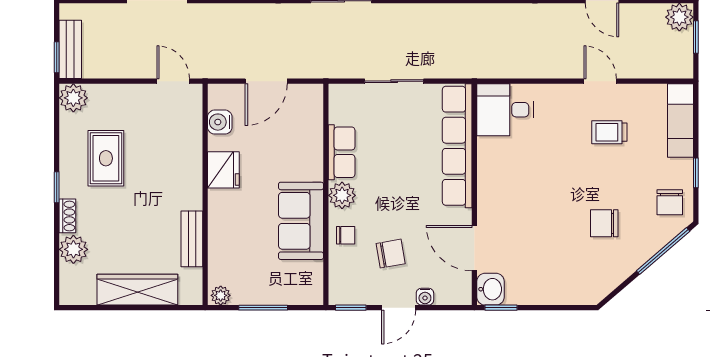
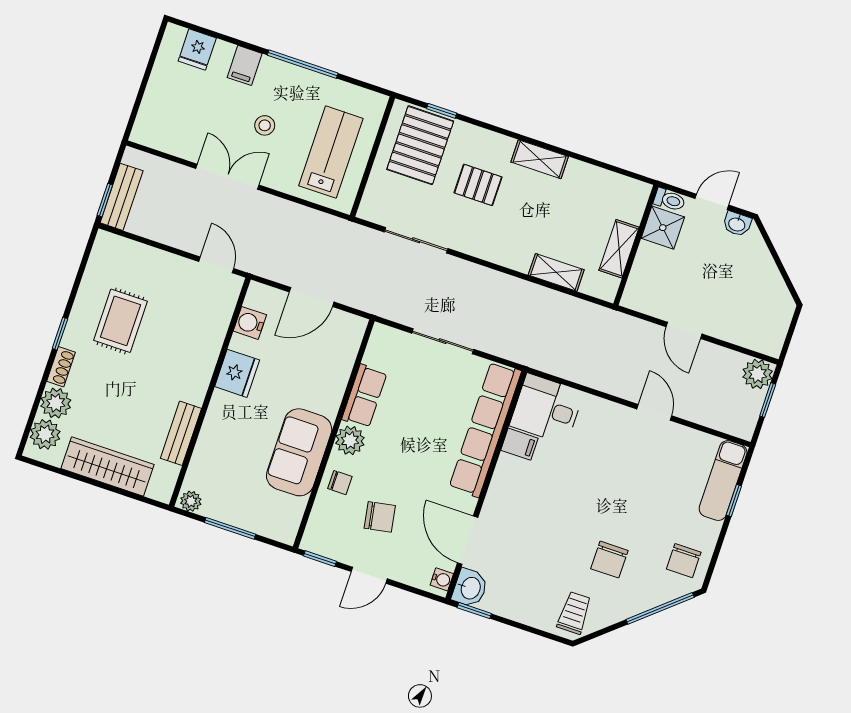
plant: (73, 98) -> (45, 434), moved
trolley: (609, 132) -> (574, 613), moved, turned 90
filing cabinet: (492, 149) -> (519, 444), added
window: (696, 173) -> (734, 500), moved
chair: (604, 223) -> (609, 560), turned -90
water cooler: (425, 297) -> (442, 579), moved, turned -90

